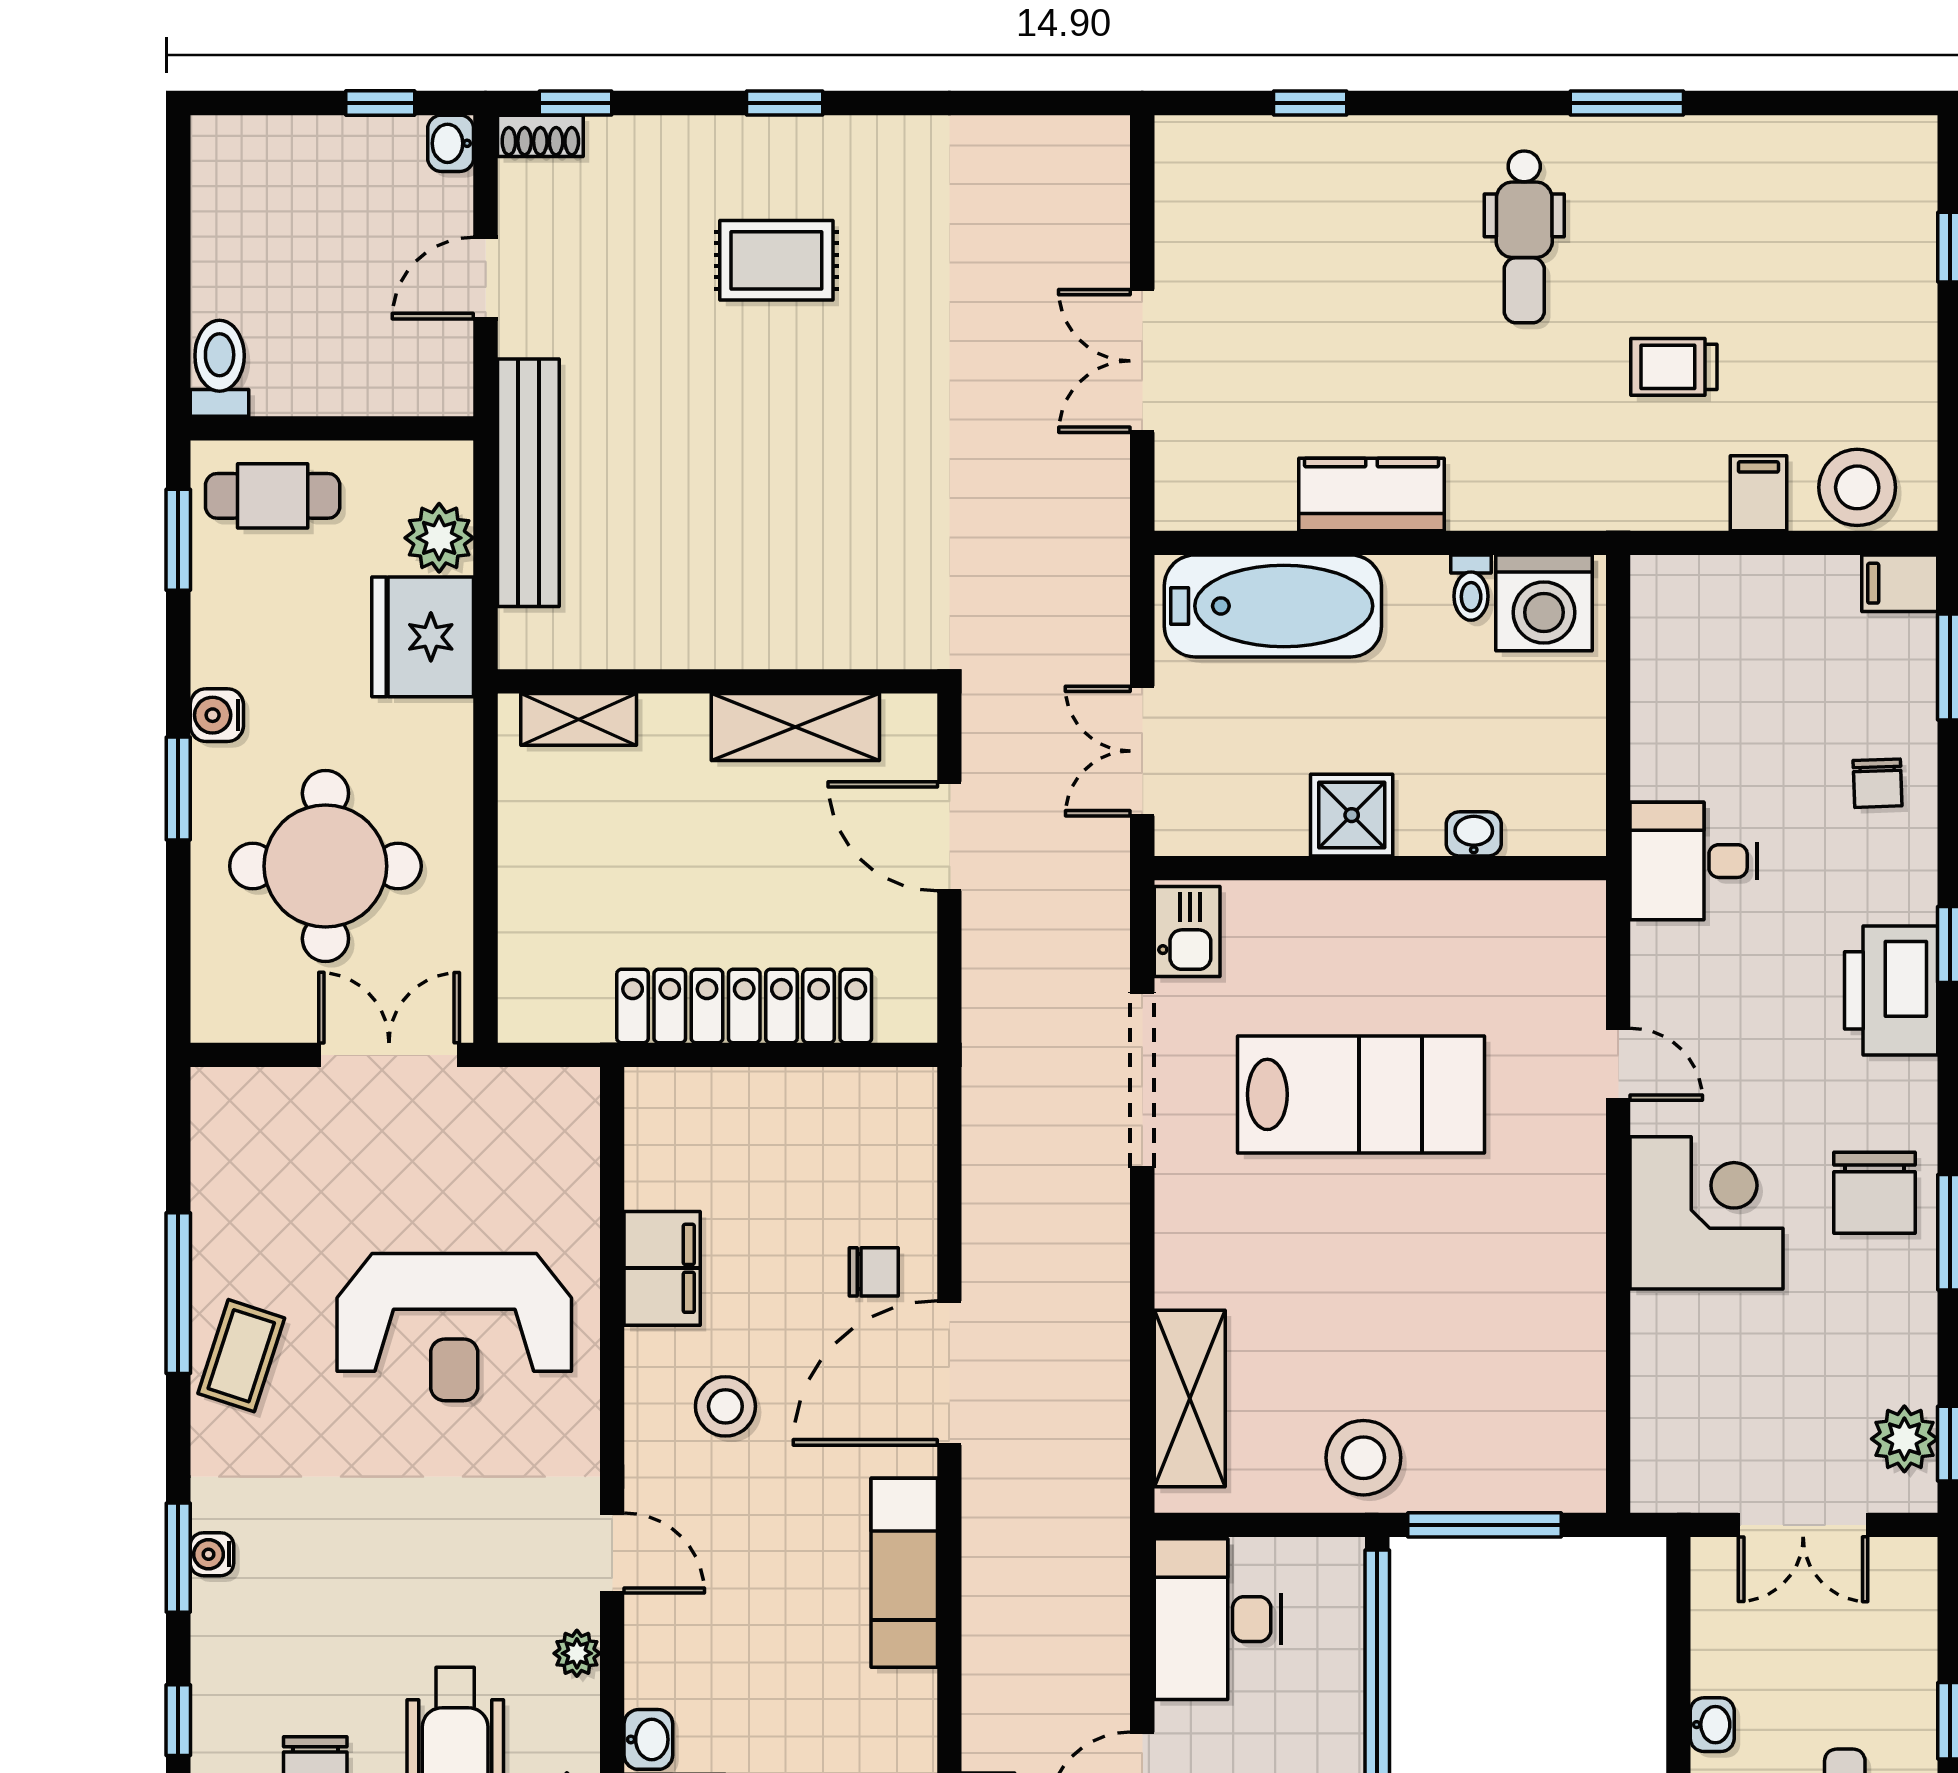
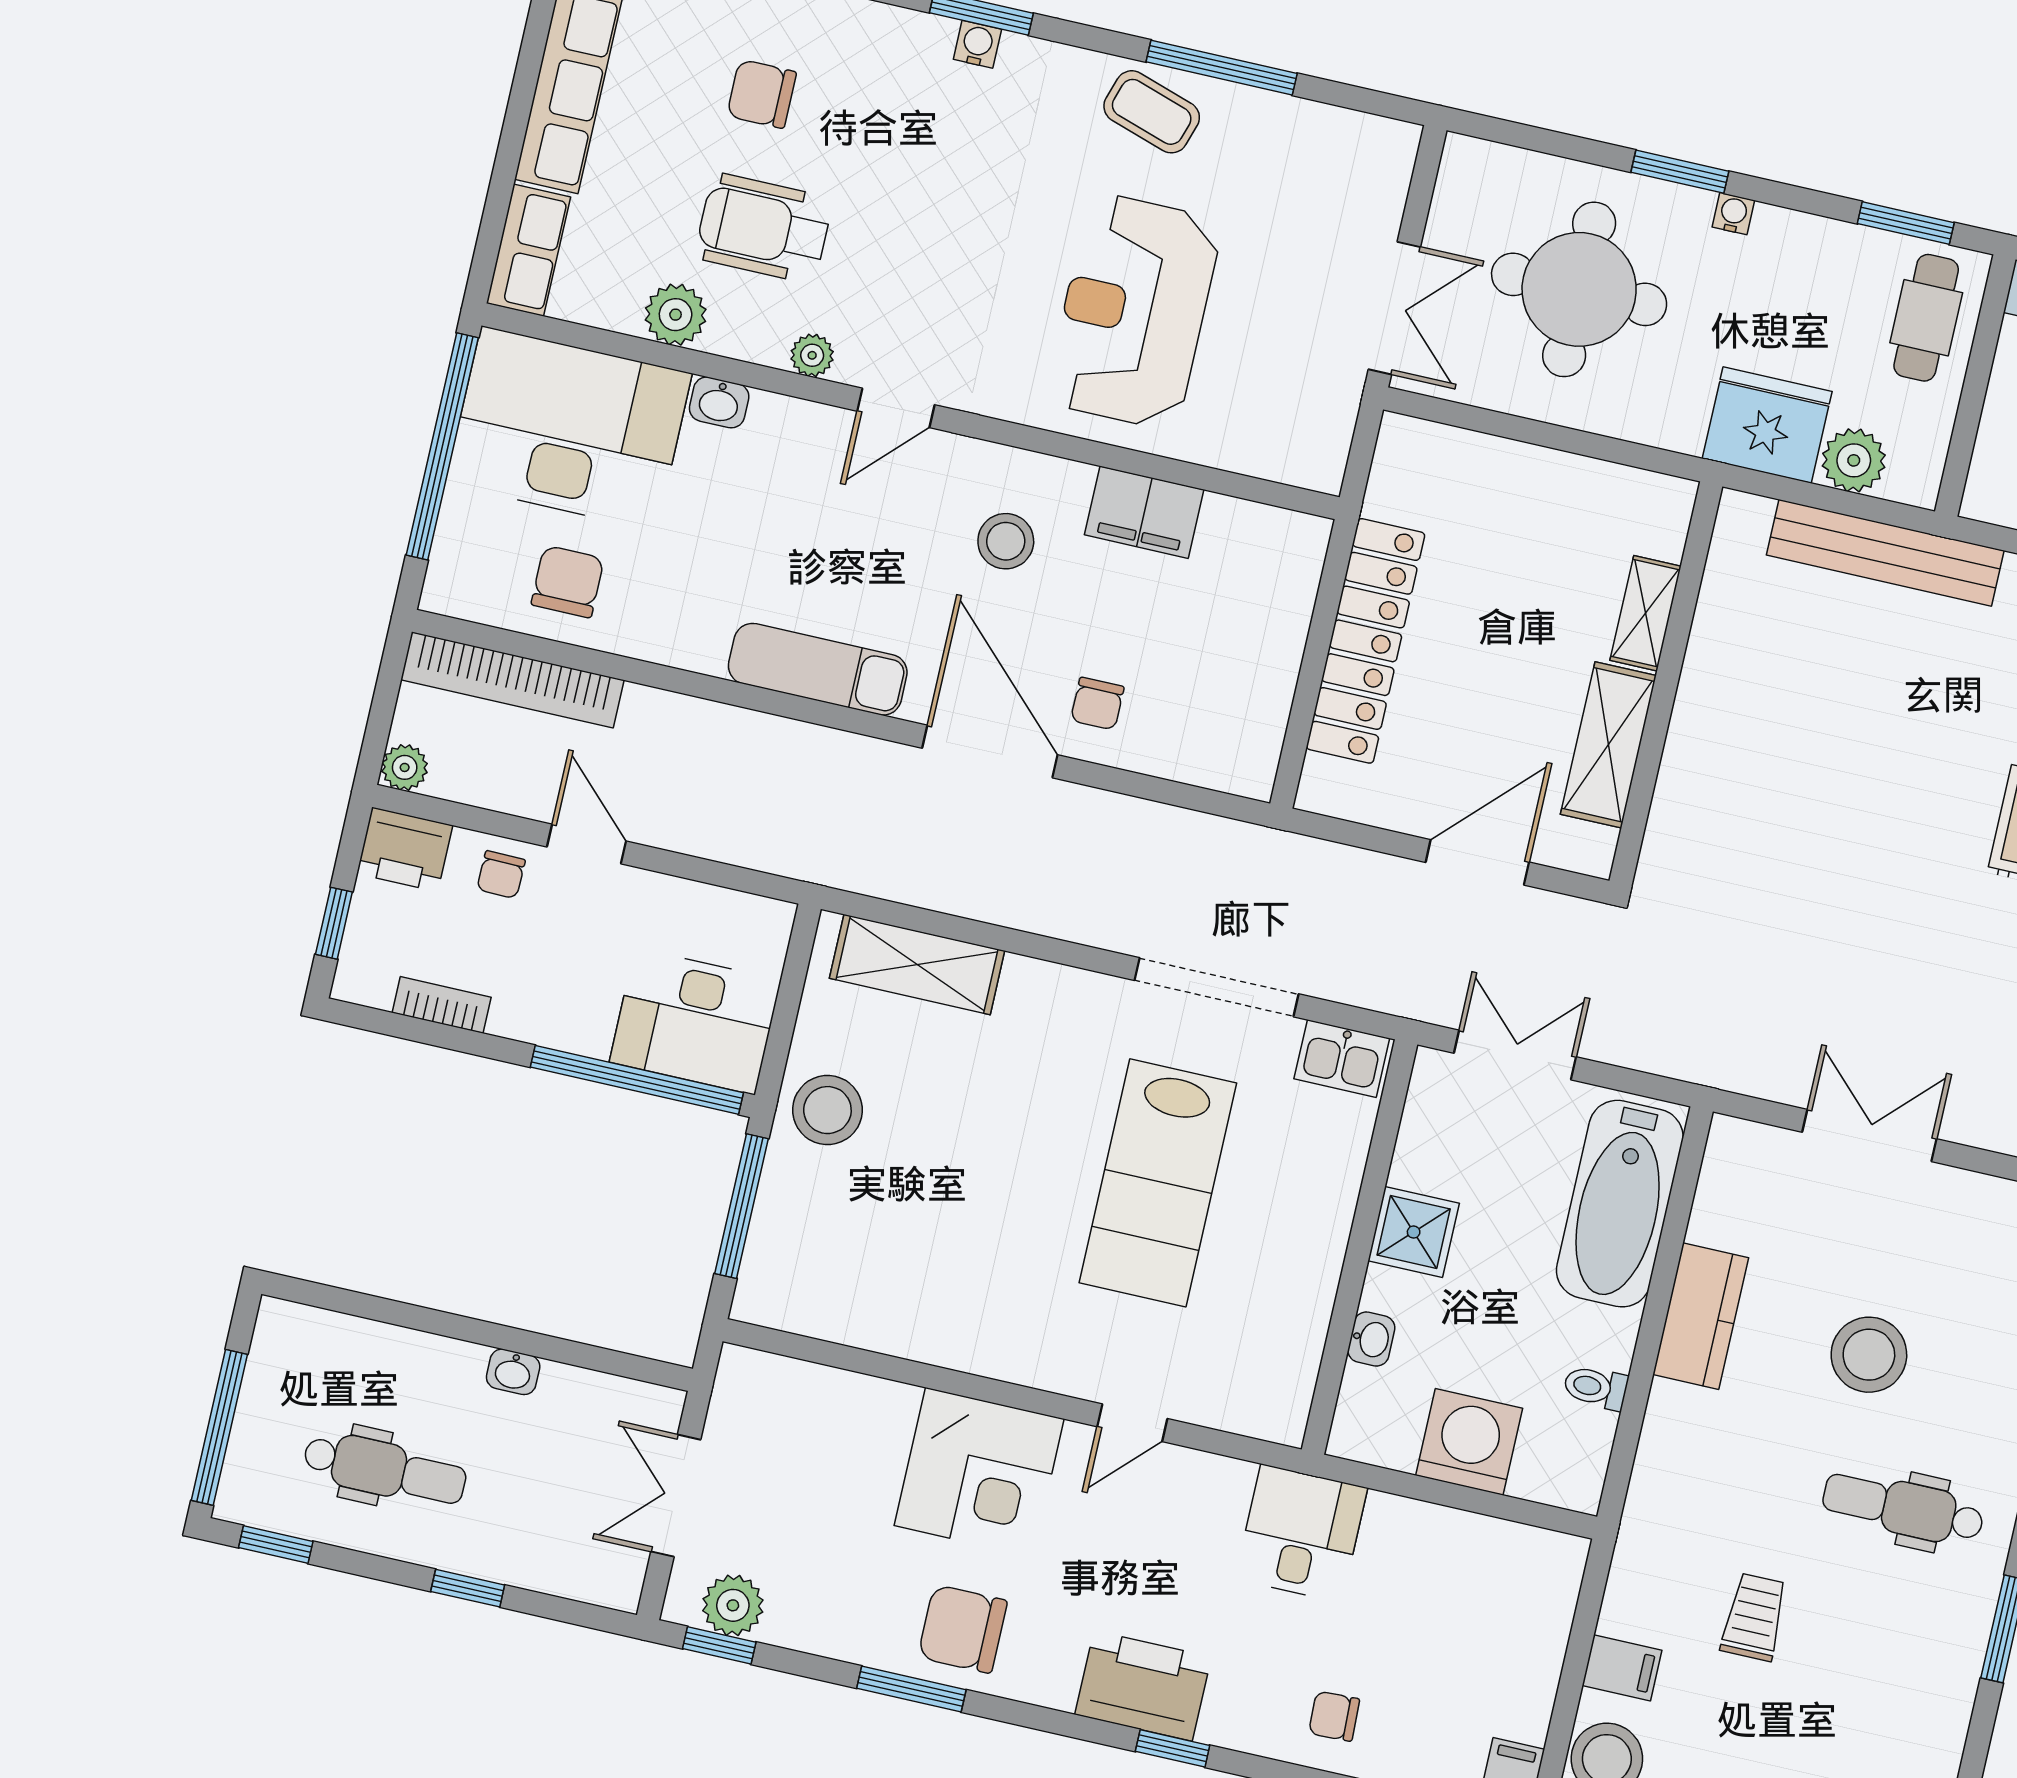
stool: (1372, 309) -> (1869, 1355), added
washing machine: (1544, 603) -> (1469, 1442), moved, turned 90
water cooler: (217, 715) -> (1733, 214), width x0.72, depth x0.72
shelving: (579, 719) -> (1646, 613), moved
desk: (1218, 1619) -> (695, 1021), moved, turned 180

